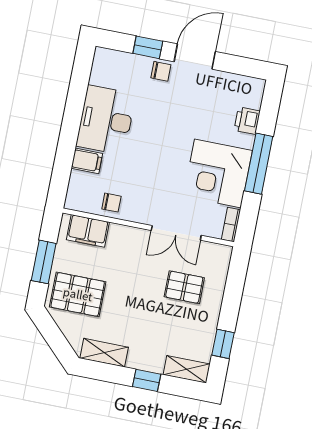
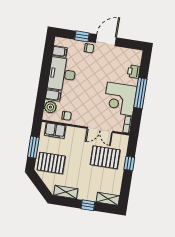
filing cabinet: (103, 75) -> (60, 51), added
plant: (80, 184) -> (50, 107), added
pallet: (184, 287) -> (105, 157), width x1.50, depth x1.42
window: (223, 344) -> (129, 163), moved

